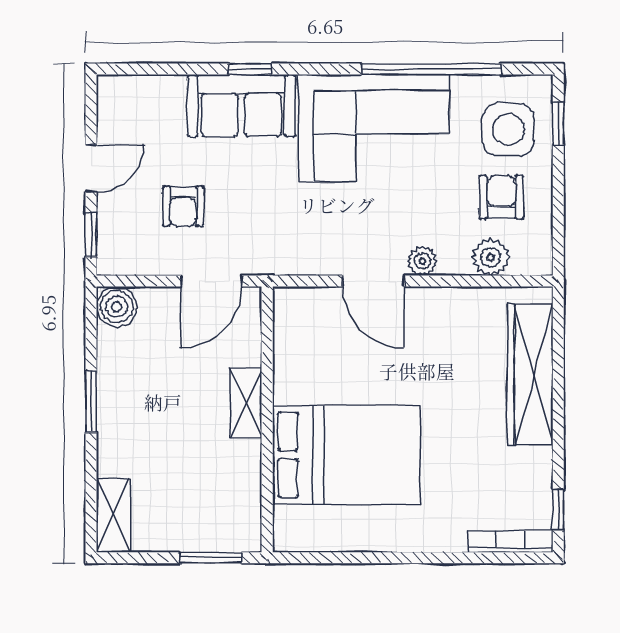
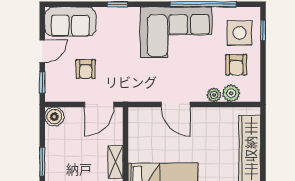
sofa: (241, 106) -> (70, 22), moved
armchair: (501, 197) -> (236, 65), turned 180
plant: (422, 261) -> (214, 95), moved

